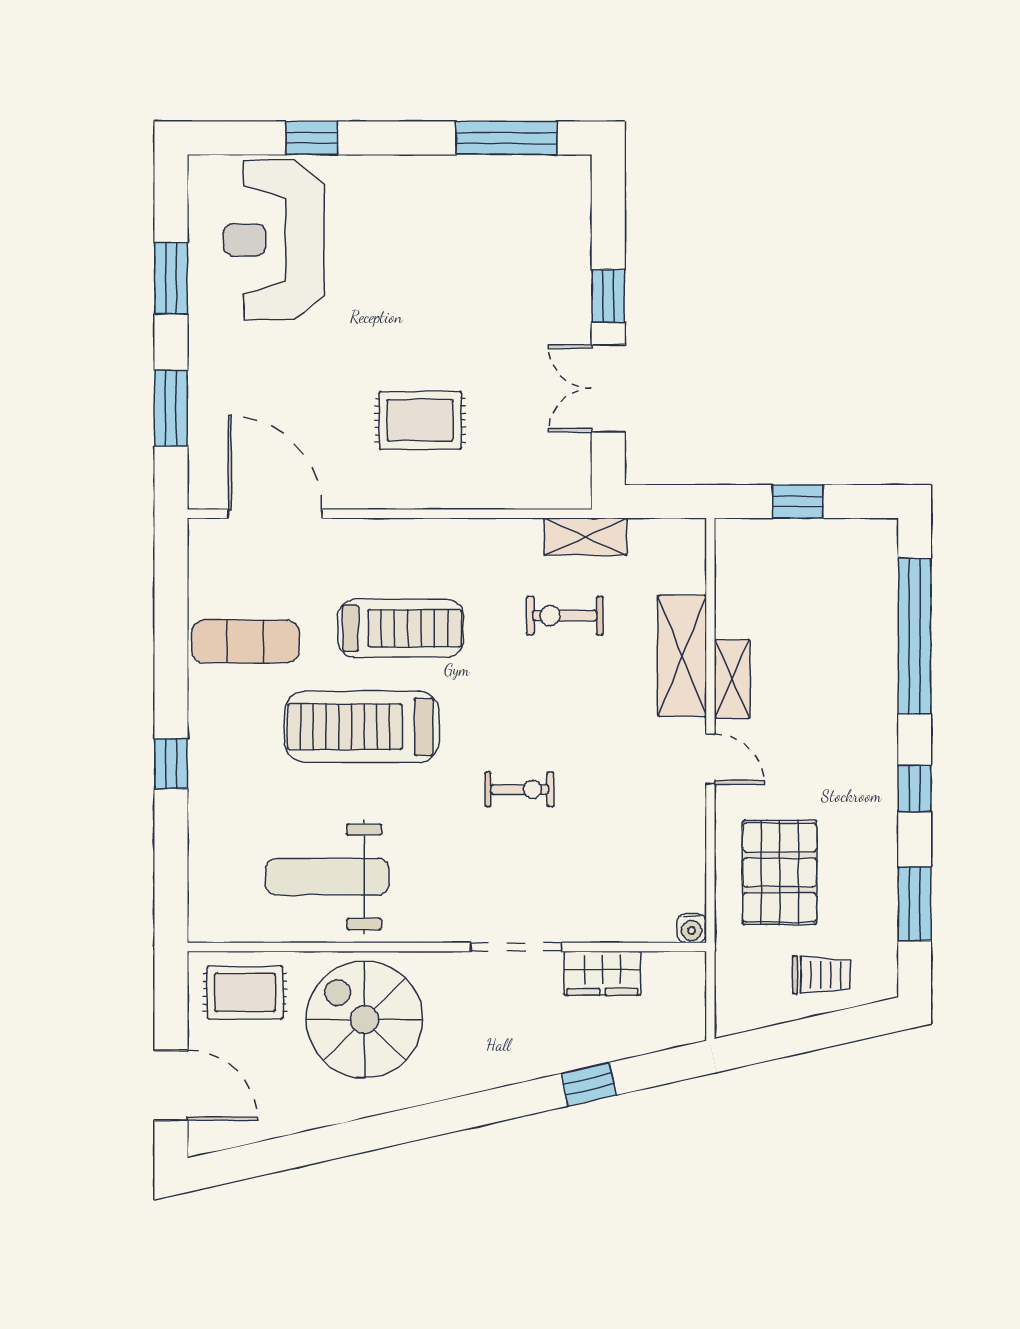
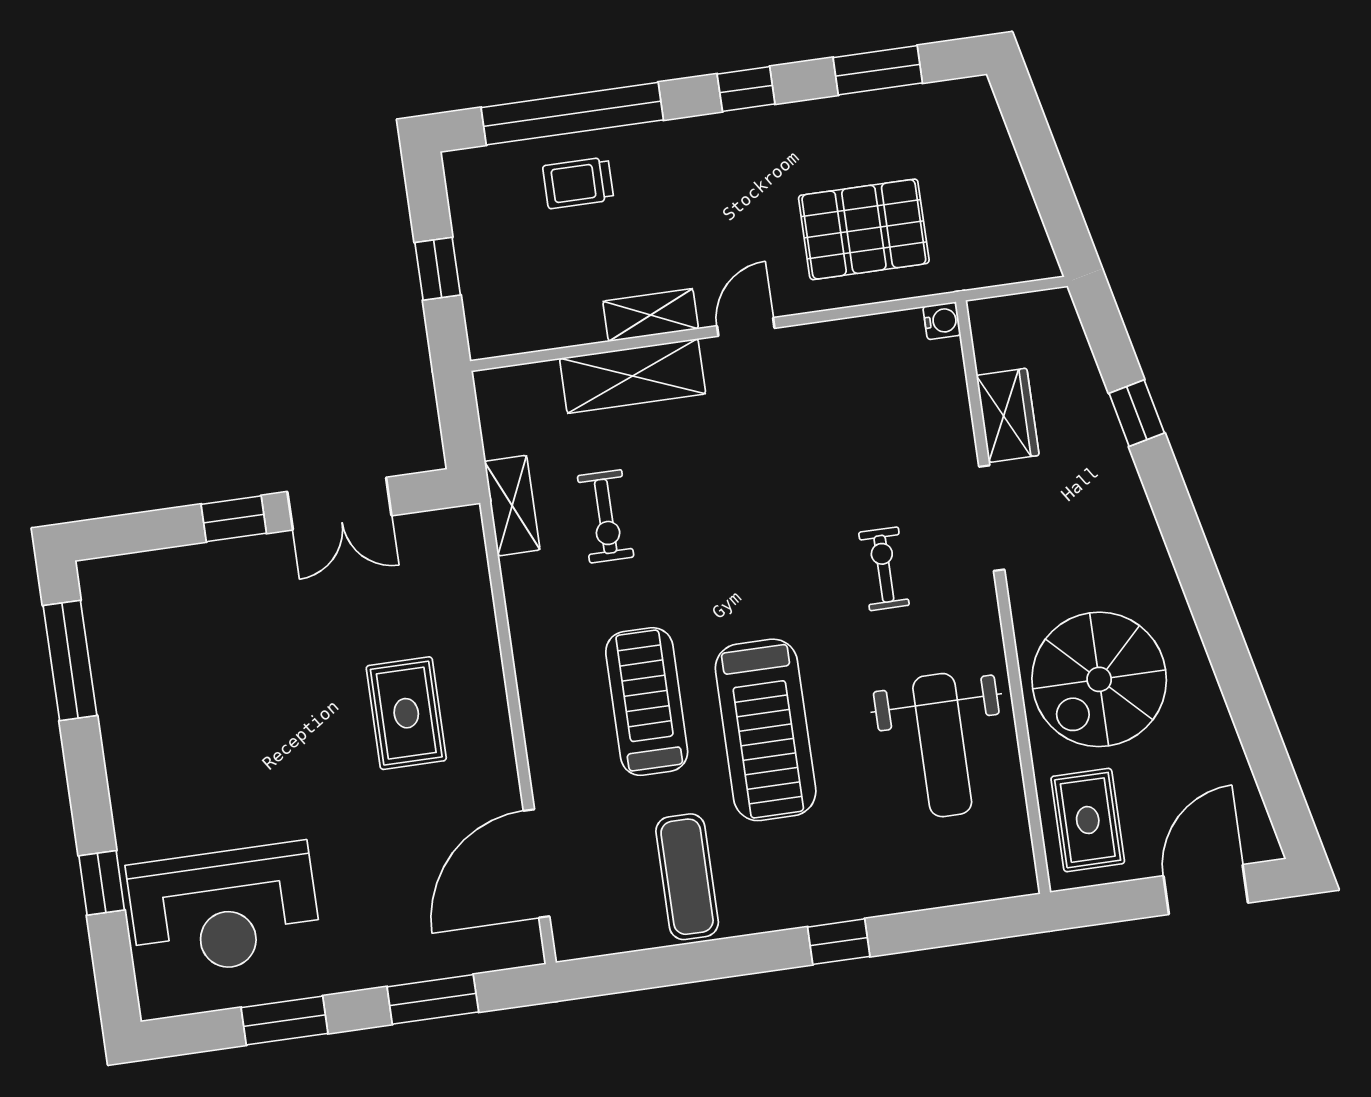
exercise bike: (519, 789) -> (884, 569), moved
trolley: (821, 975) -> (578, 183), moved, turned -90

